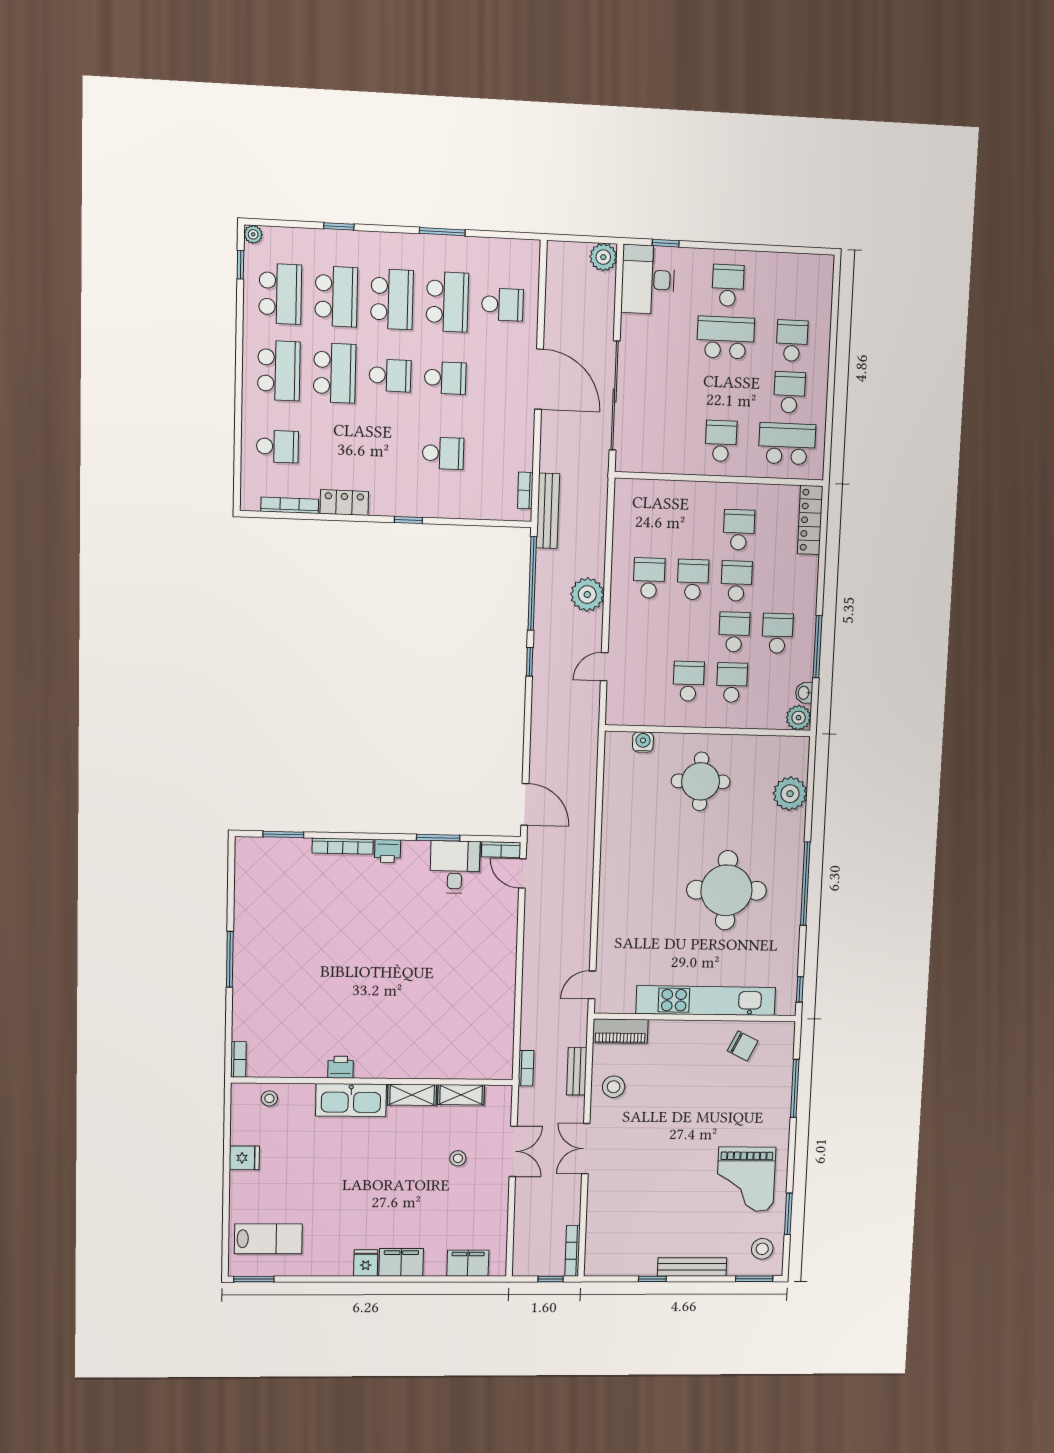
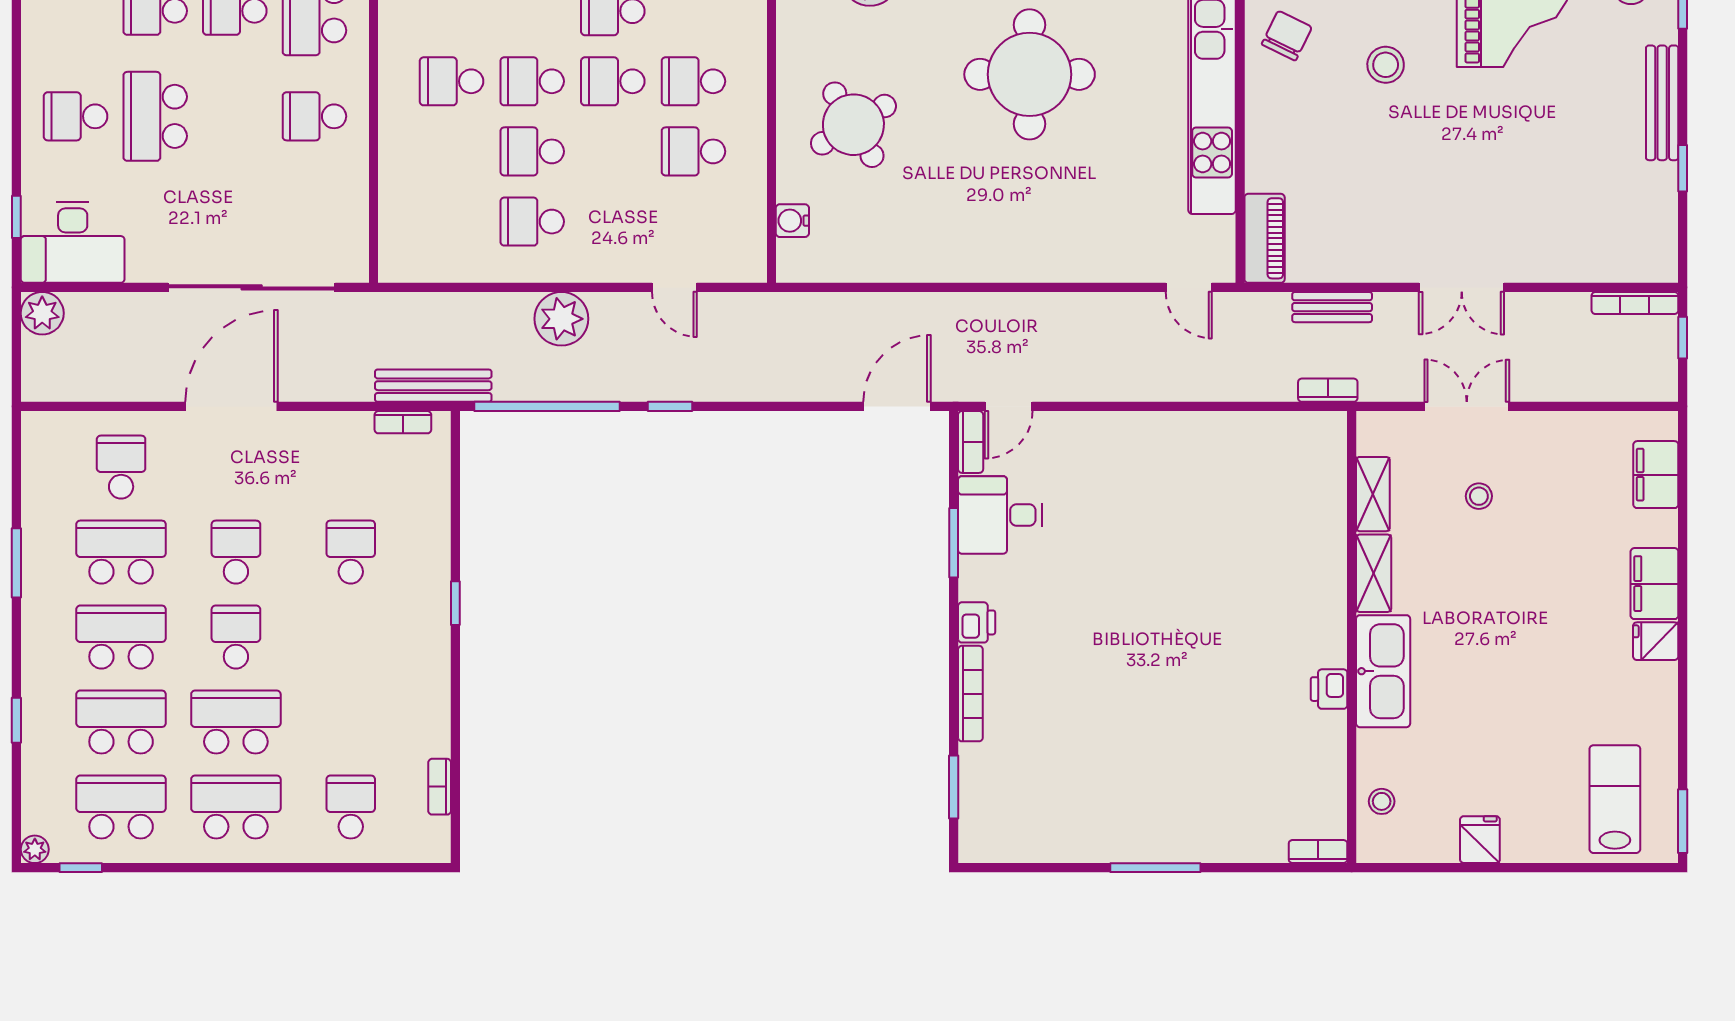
locker: (344, 503) -> (432, 703), removed
bookcase: (290, 505) -> (440, 787), width x0.64
round table: (701, 781) -> (853, 125), turned -31
stool: (614, 1087) -> (1386, 65), moved

